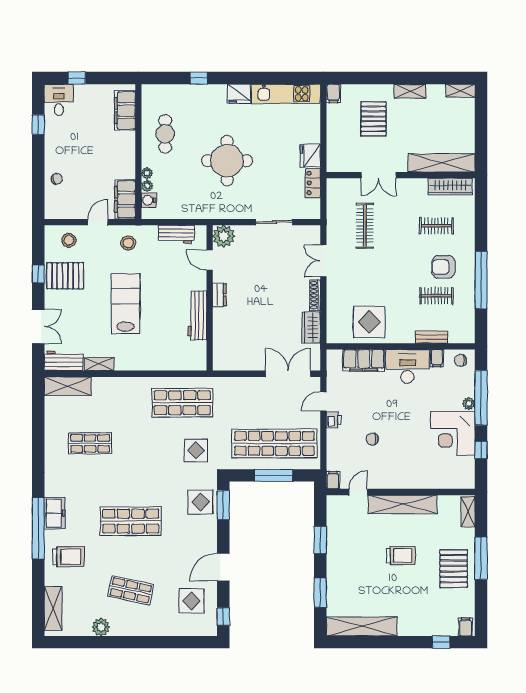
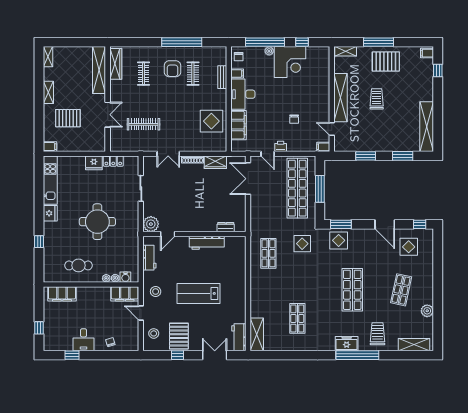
desk: (59, 100) -> (83, 340), moved, turned -90
dresser: (219, 295) -> (226, 227), moved
shelving: (99, 364) -> (241, 312), removed
shop shelf: (182, 403) -> (268, 253), width x0.70, depth x0.74

